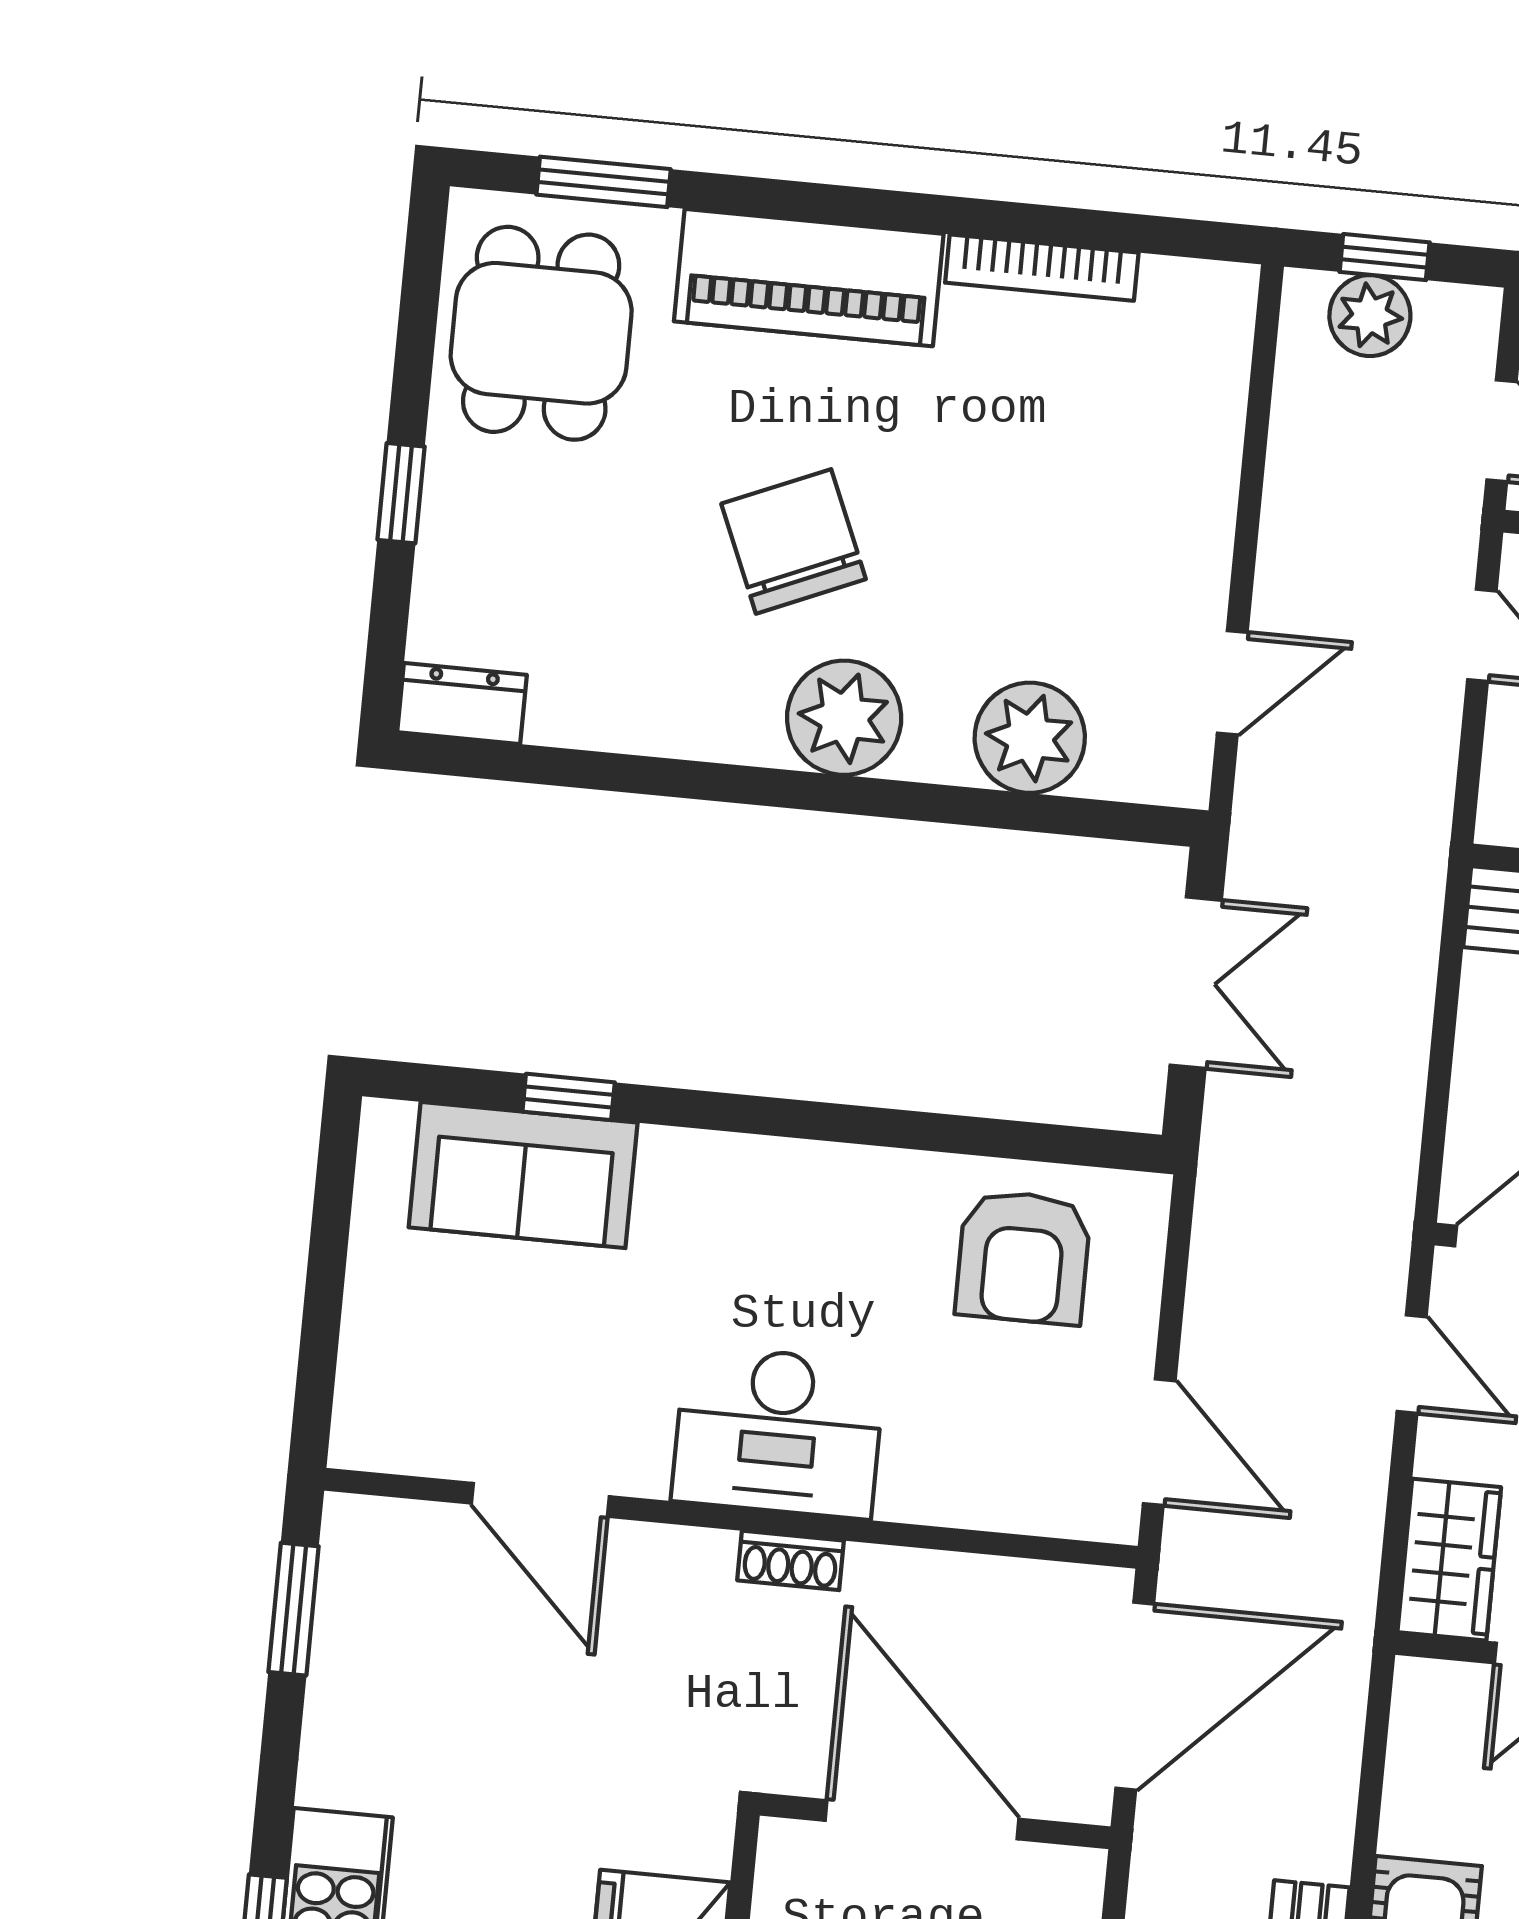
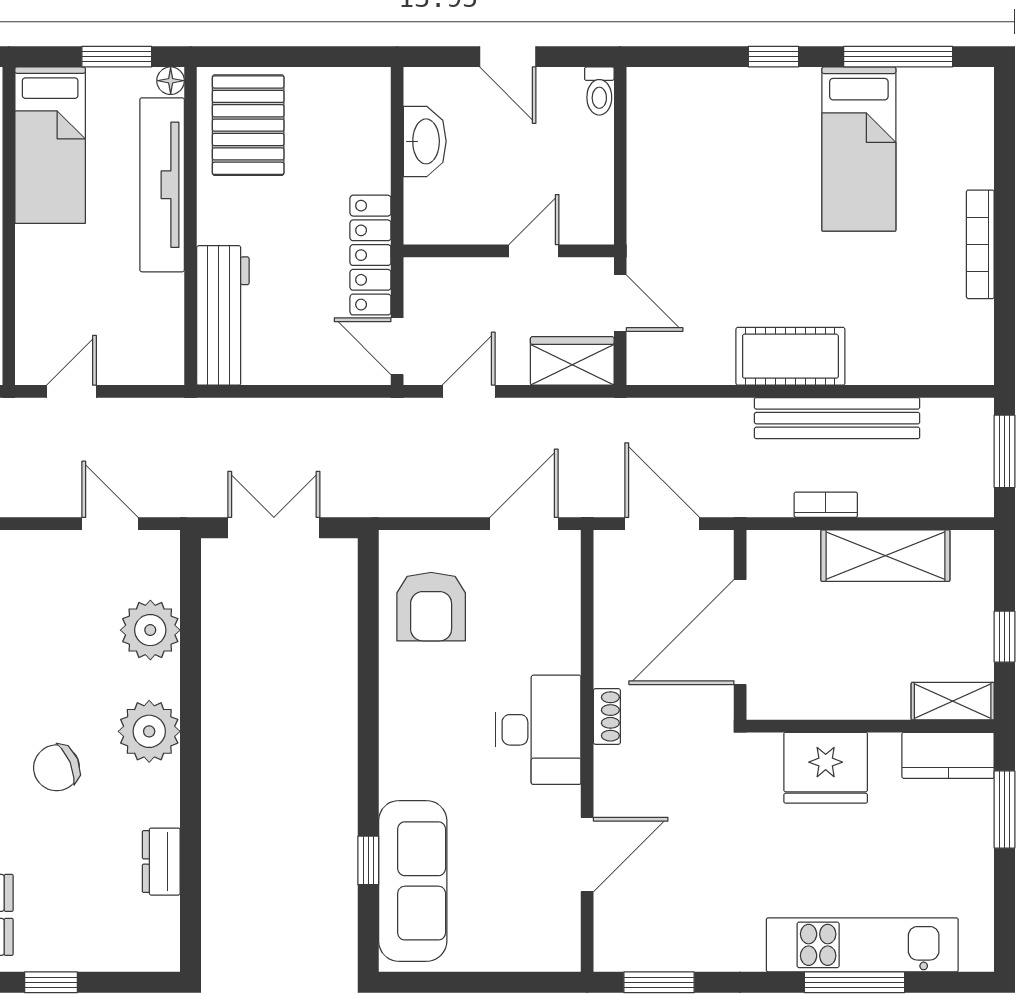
chair: (794, 541) -> (57, 768), width x0.73, depth x0.73
dresser: (462, 704) -> (161, 862), moved
sofa: (523, 1175) -> (413, 881), width x1.36
armchair: (1023, 1257) -> (431, 607), turned 90
door: (1135, 1696) -> (662, 524), width x0.73

